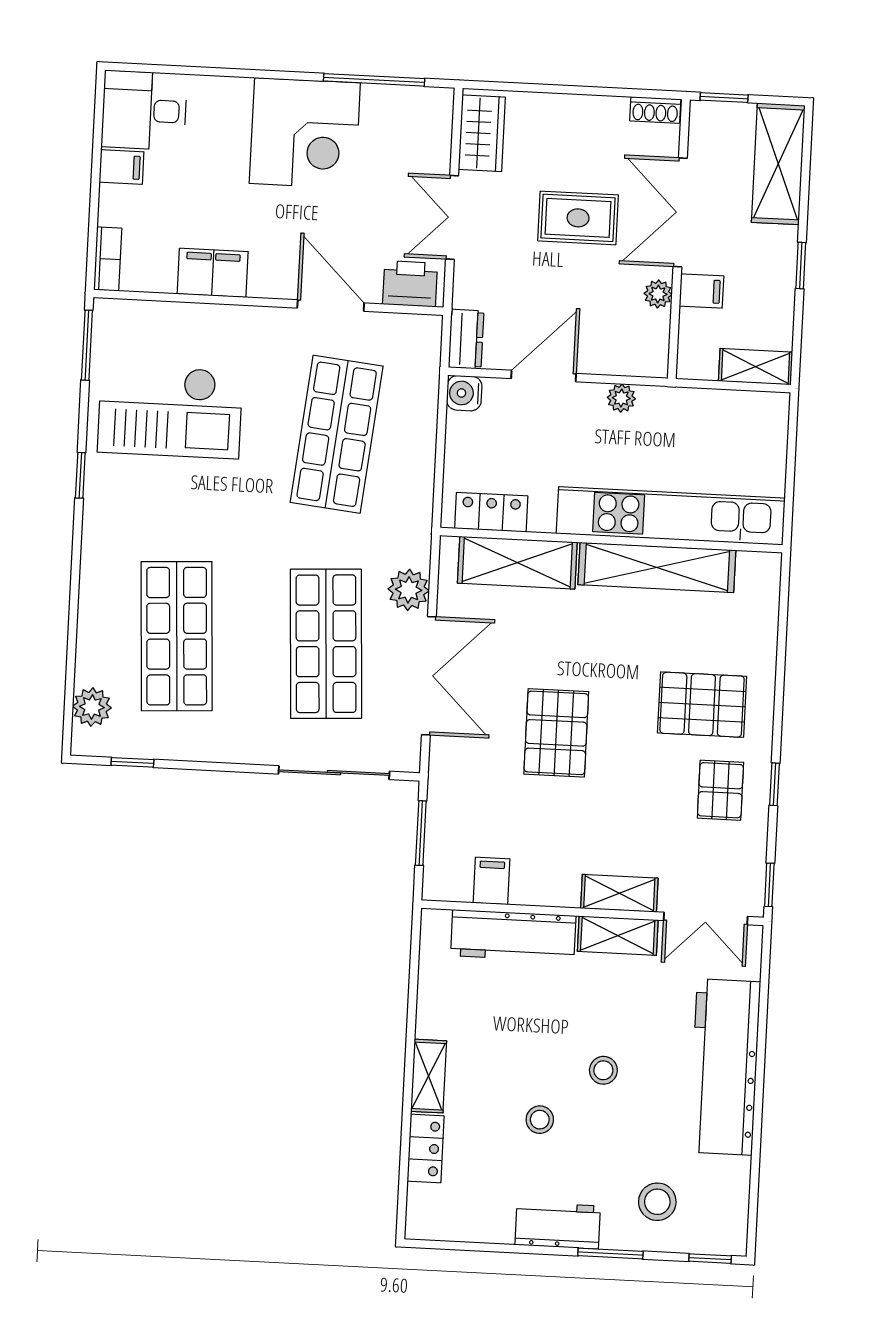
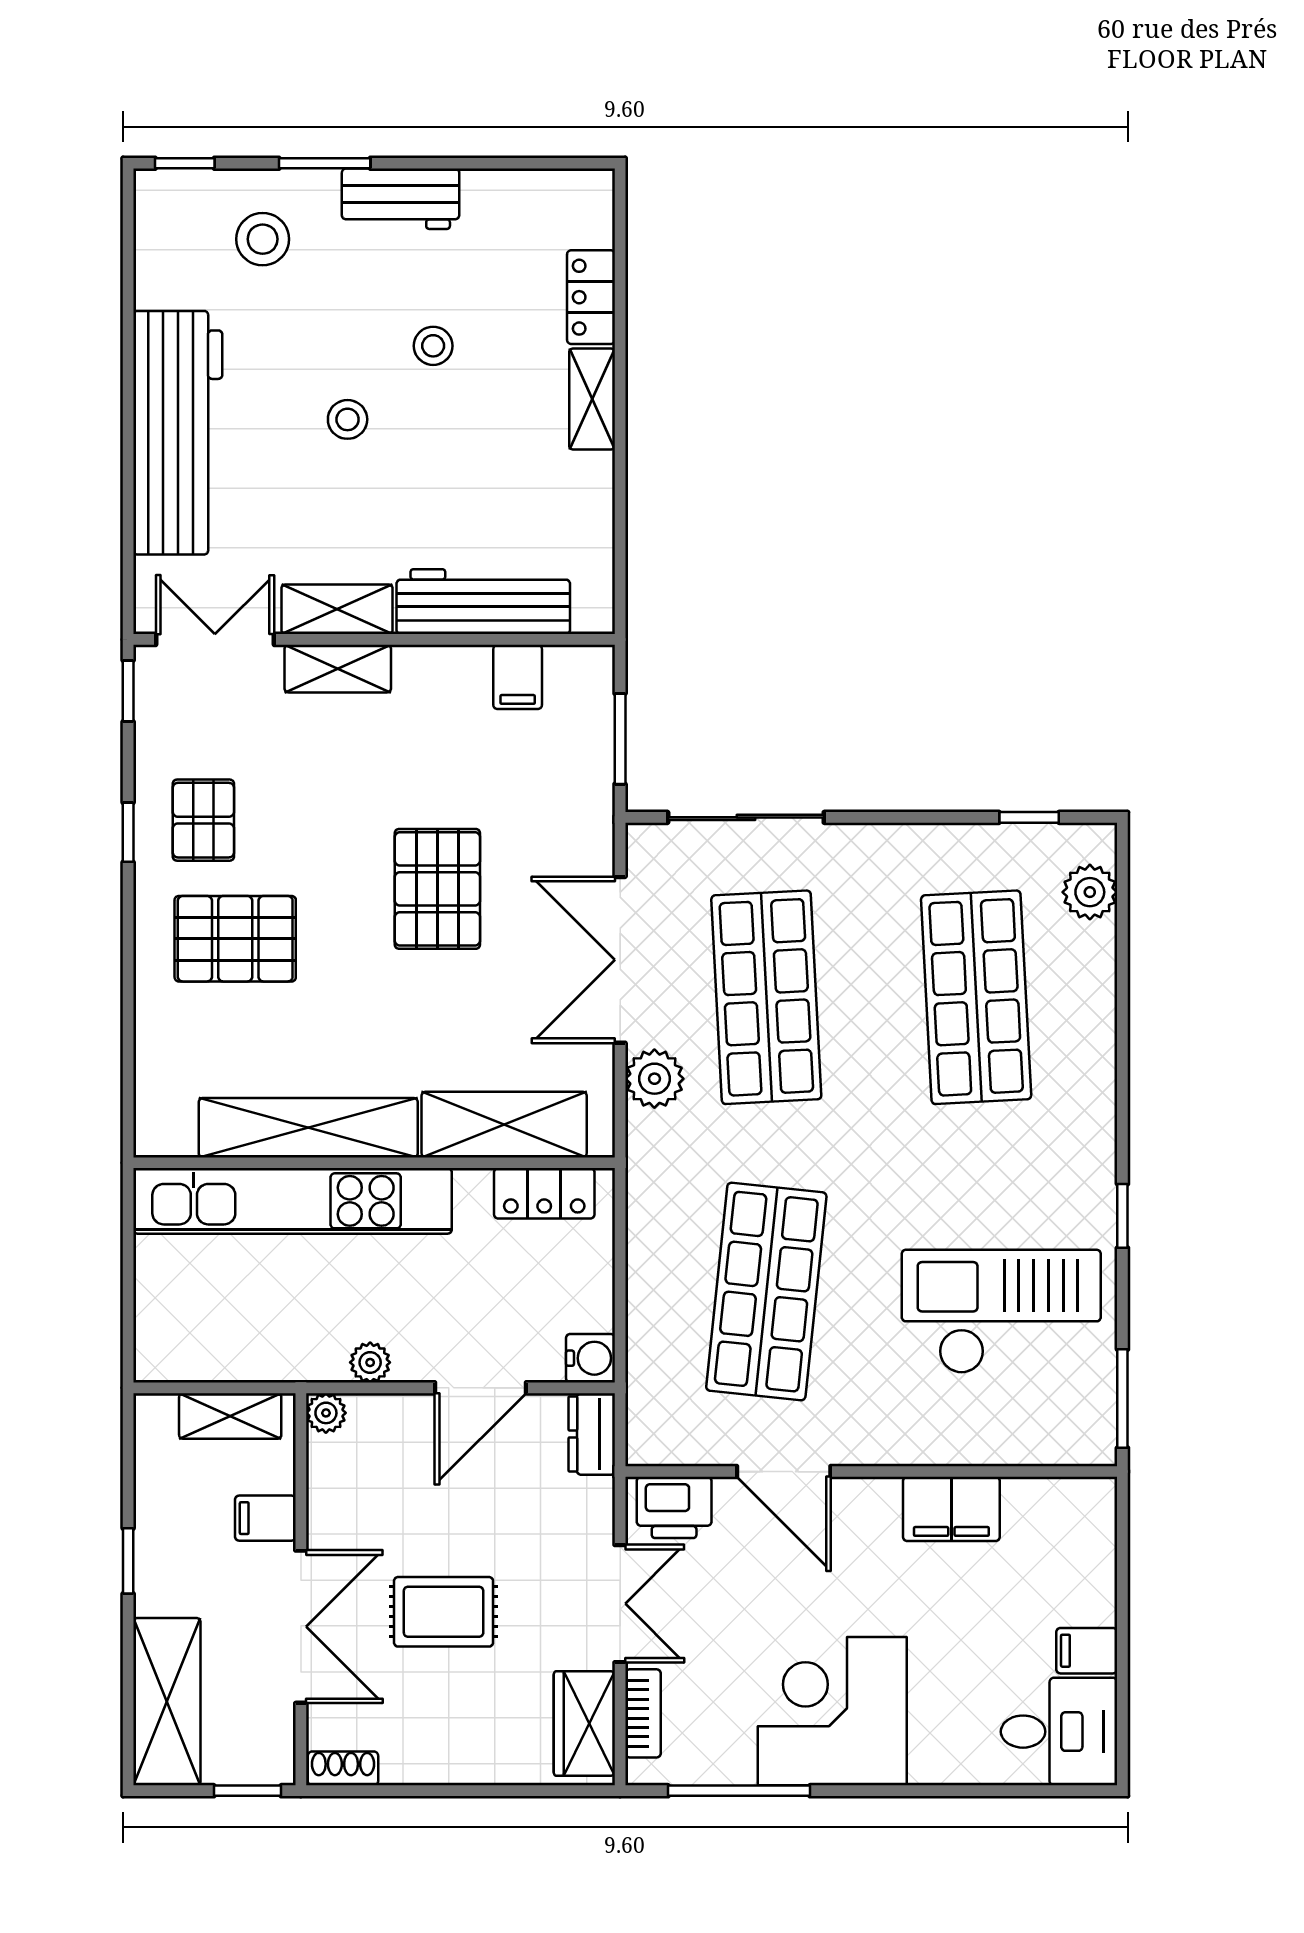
bookcase: (108, 259) -> (643, 1713), moved, turned 180
plant: (658, 294) -> (326, 1413), moved
shelving: (755, 367) -> (230, 1416), moved

